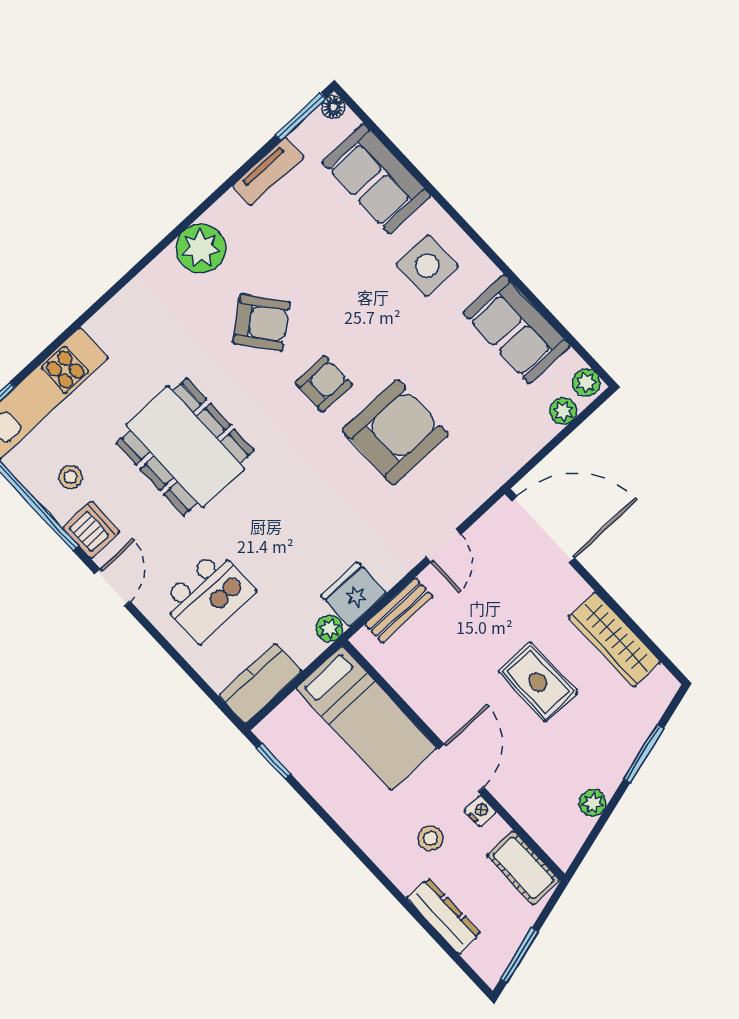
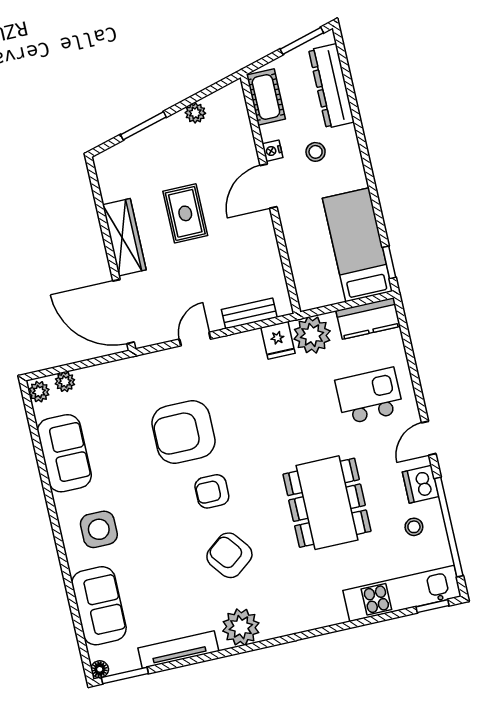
tv unit: (268, 171) -> (178, 650), width x1.41
fridge: (354, 594) -> (278, 340), width x0.72
plant: (329, 628) -> (312, 335), width x1.88, depth x1.88
wardrobe: (614, 639) -> (124, 237), moved
bed: (366, 718) -> (358, 245), moved
dresser: (444, 916) -> (331, 86), width x1.37, depth x1.24

